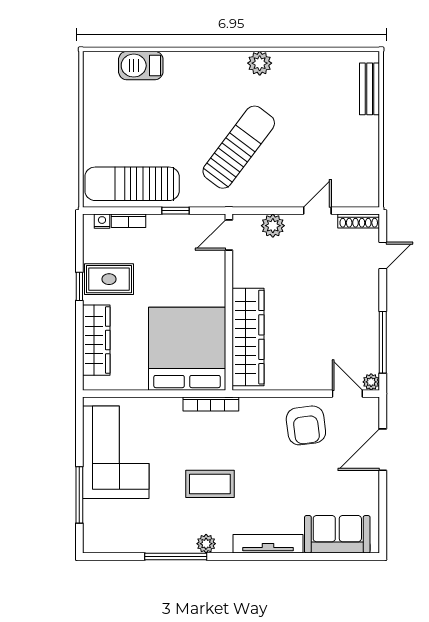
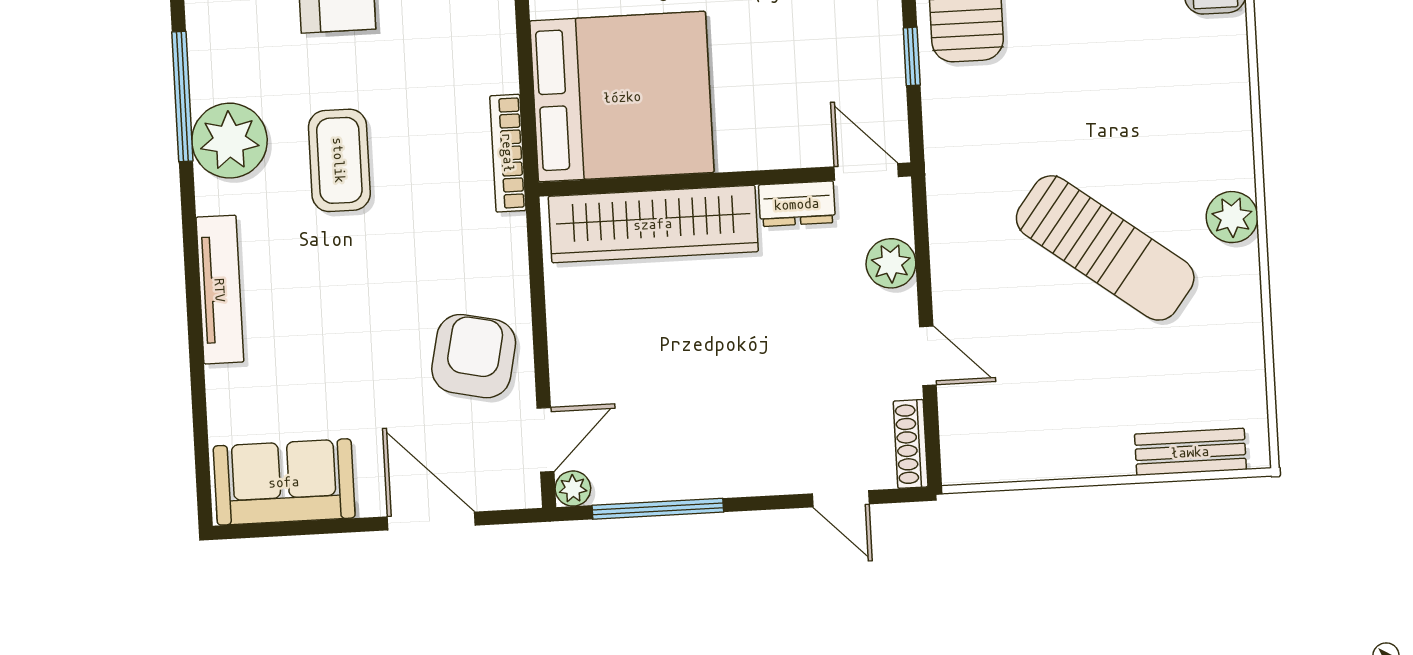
sun lounger: (239, 147) -> (1105, 248), moved
dresser: (242, 269) -> (797, 204), added
armchair: (306, 425) -> (474, 356), turned 109
sofa: (337, 534) -> (284, 482), moved, turned -90
plant: (206, 544) -> (230, 141), width x1.88, depth x1.88

